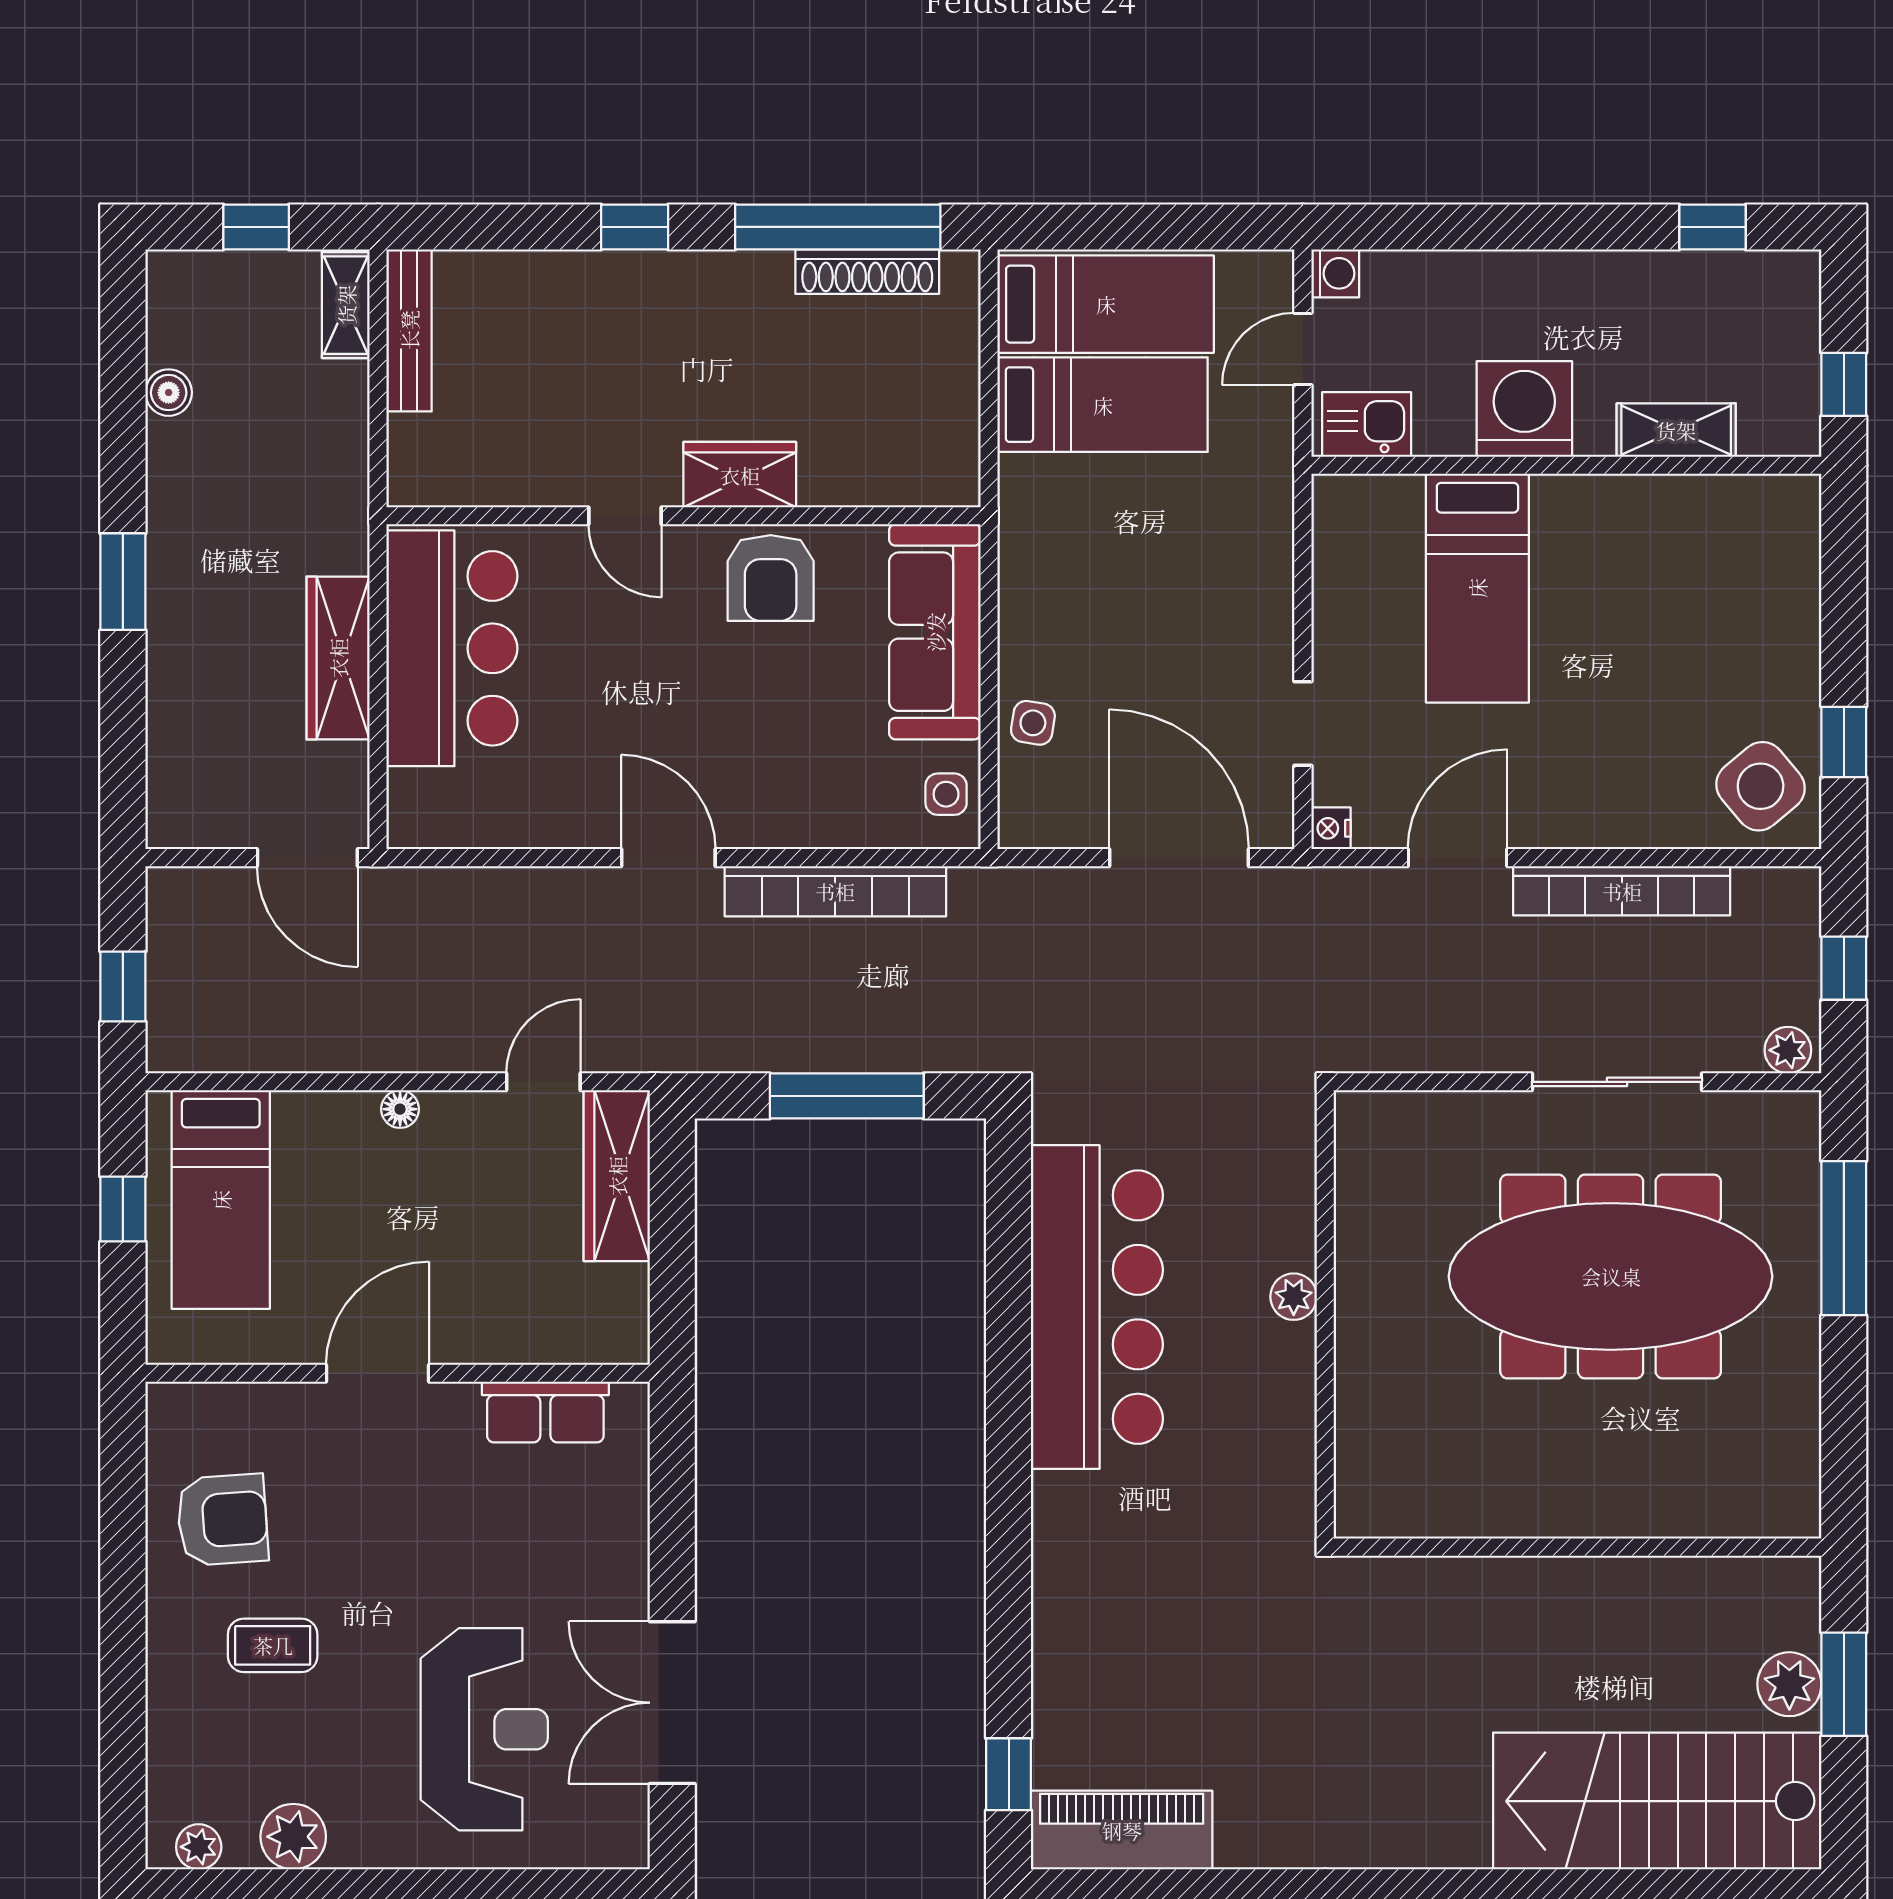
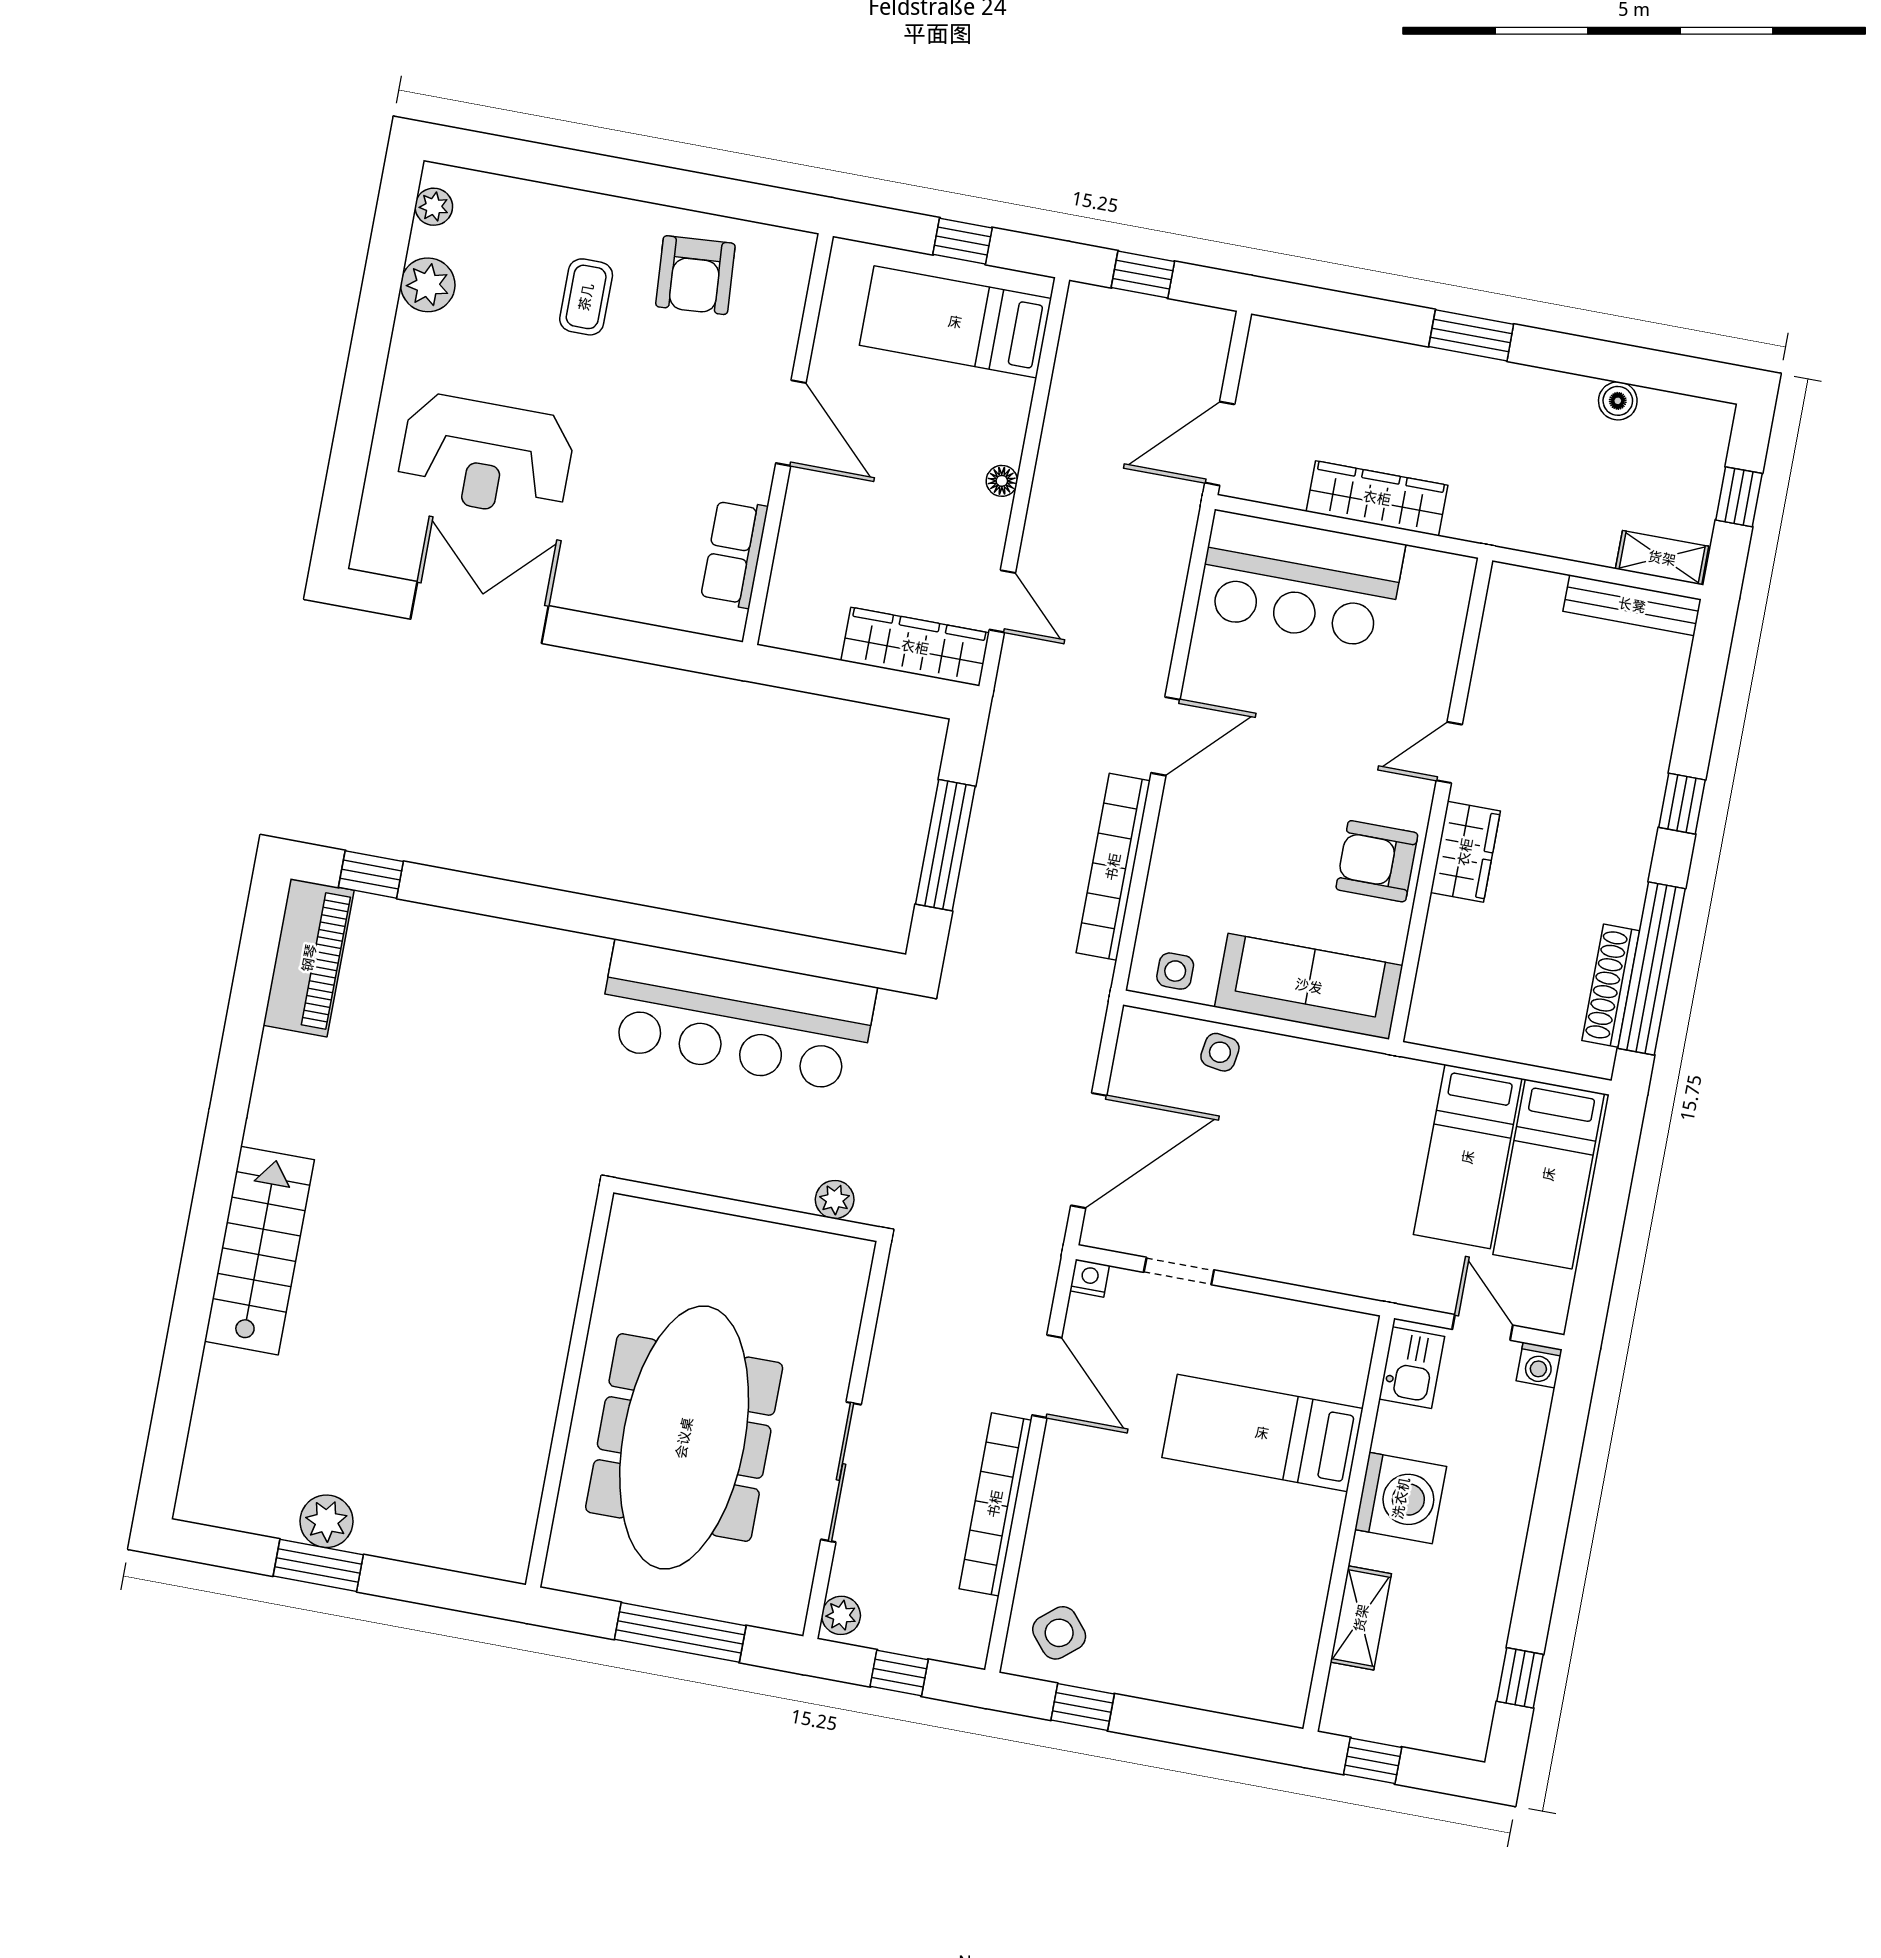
bar counter: (452, 648) -> (1300, 580), moved
side table: (1761, 786) -> (1059, 1633), width x0.73, depth x0.73
plant: (1294, 1297) -> (835, 1200), moved
wall: (1578, 1547) -> (570, 1389), moved
stairs: (1657, 1801) -> (259, 1251), moved, width x0.73, depth x0.66

